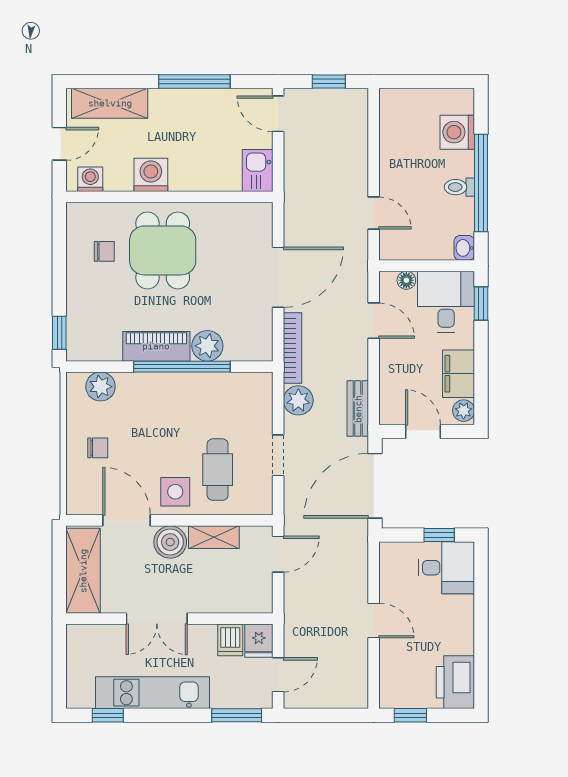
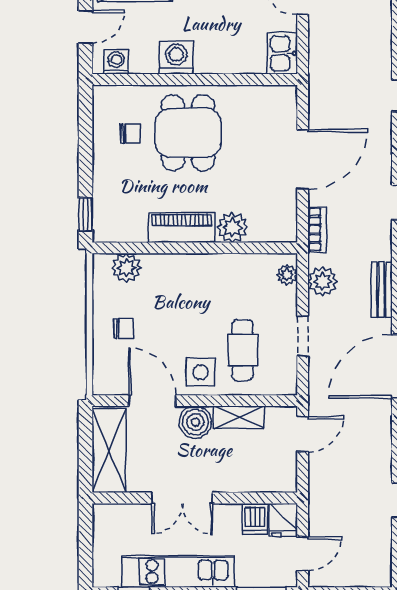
bookcase: (293, 348) -> (317, 230), width x0.64
window: (182, 367) -> (207, 248), removed
plant: (263, 394) -> (287, 275), added

